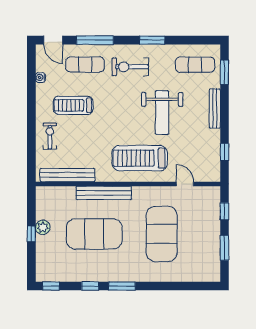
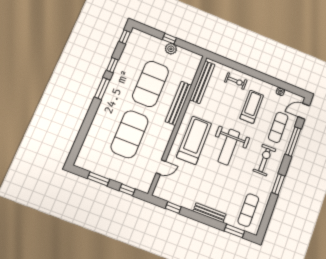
weight bench: (162, 113) -> (229, 147), moved, turned -90
exercise mat: (162, 234) -> (130, 134), turned 90

